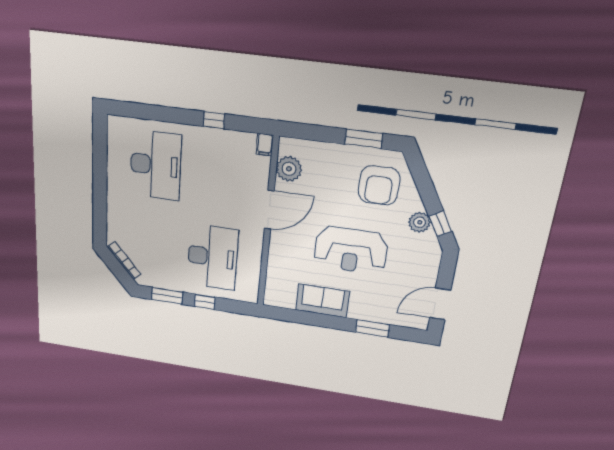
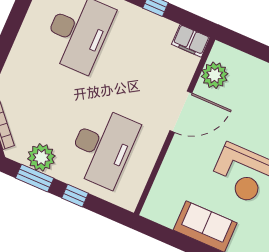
filing cabinet: (265, 145) -> (191, 41), width x2.00
plant: (166, 278) -> (41, 157), added

